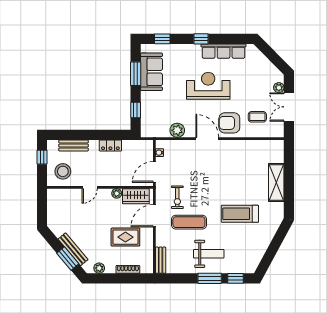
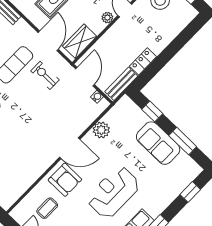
sofa: (151, 72) -> (158, 143), moved
reception desk: (208, 86) -> (113, 192), turned 180
armchair: (229, 123) -> (65, 180), turned 90
bench: (74, 145) -> (121, 84), moved
plant: (117, 193) -> (107, 18), moved

